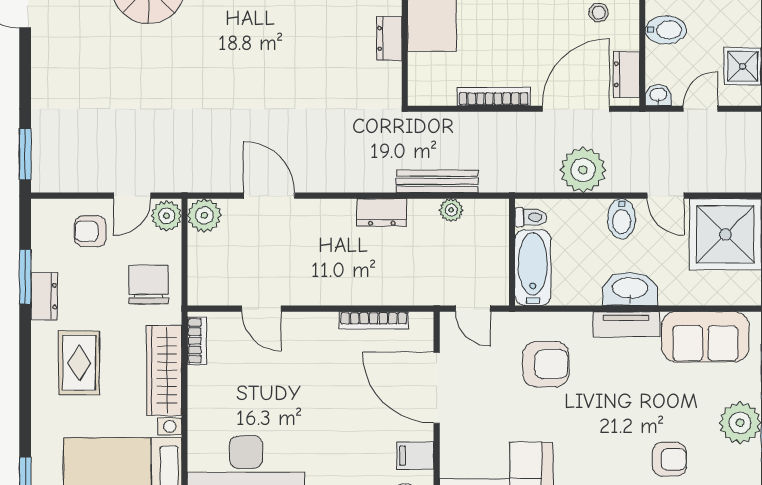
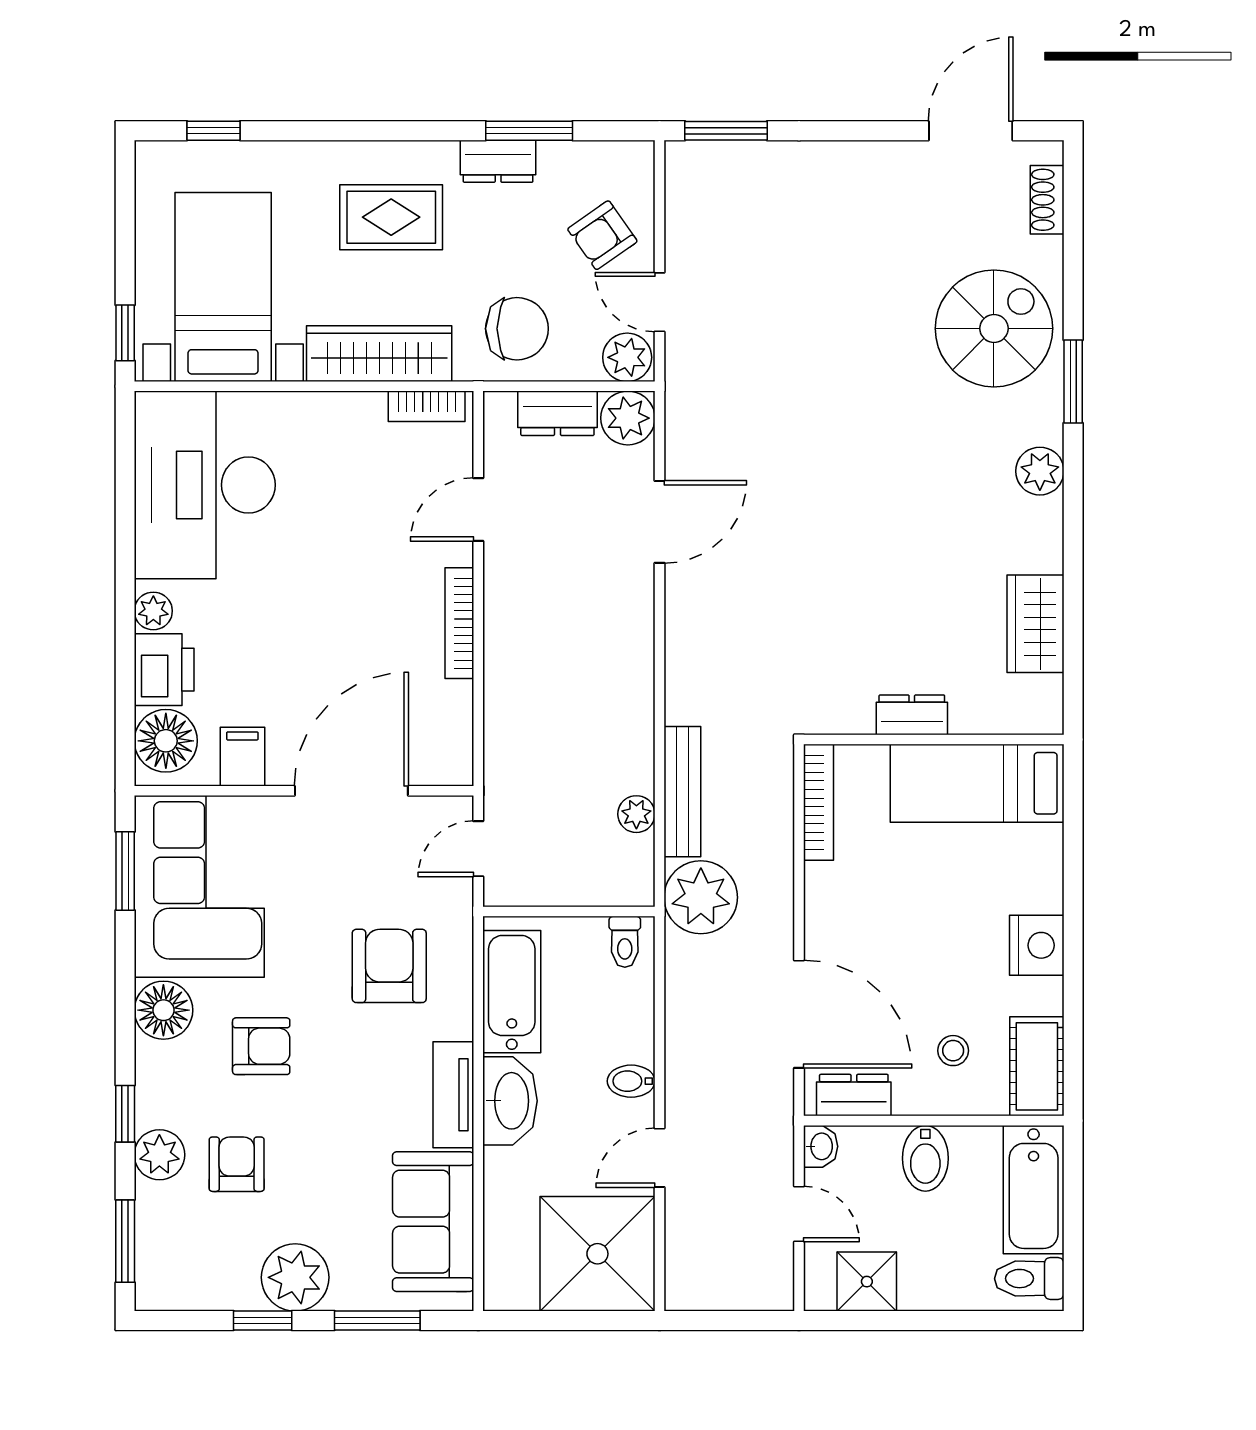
bookcase: (494, 97) -> (818, 802), moved
plant: (583, 170) -> (701, 897), moved
dresser: (382, 212) -> (557, 413), moved, turned -90
bidet: (622, 219) -> (631, 1081), width x0.72, depth x0.74
armchair: (90, 231) -> (602, 235), turned -125
bathtub: (533, 268) -> (512, 992), moved, turned -90
bookcase: (374, 320) -> (459, 623), moved
armchair: (546, 364) -> (389, 966), turned 180
armchair: (596, 444) -> (261, 1046), added
armchair: (669, 459) -> (237, 1164), turned 180

